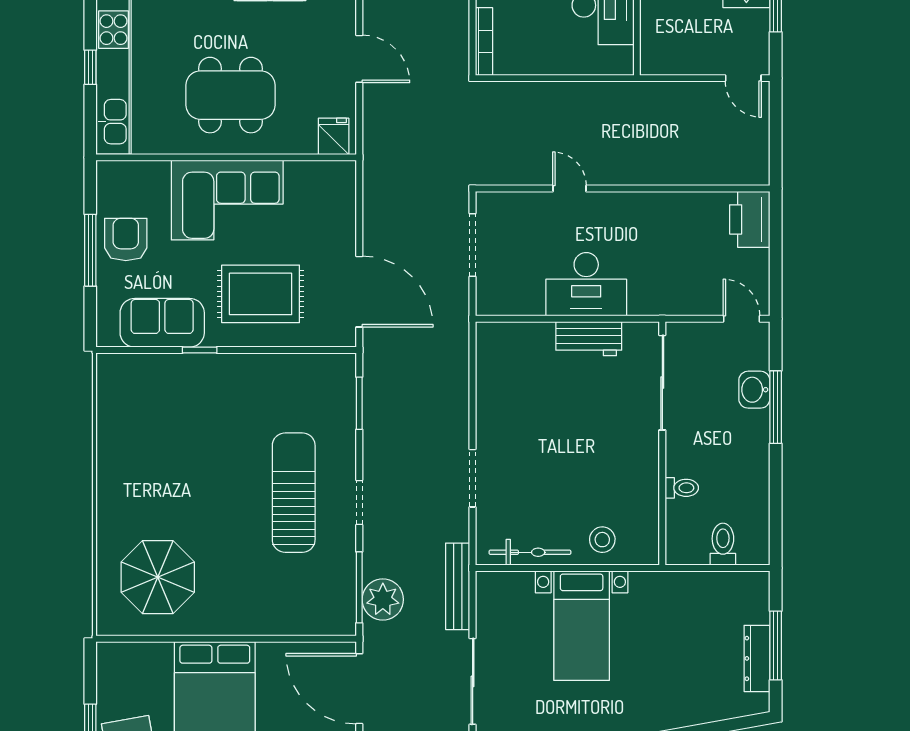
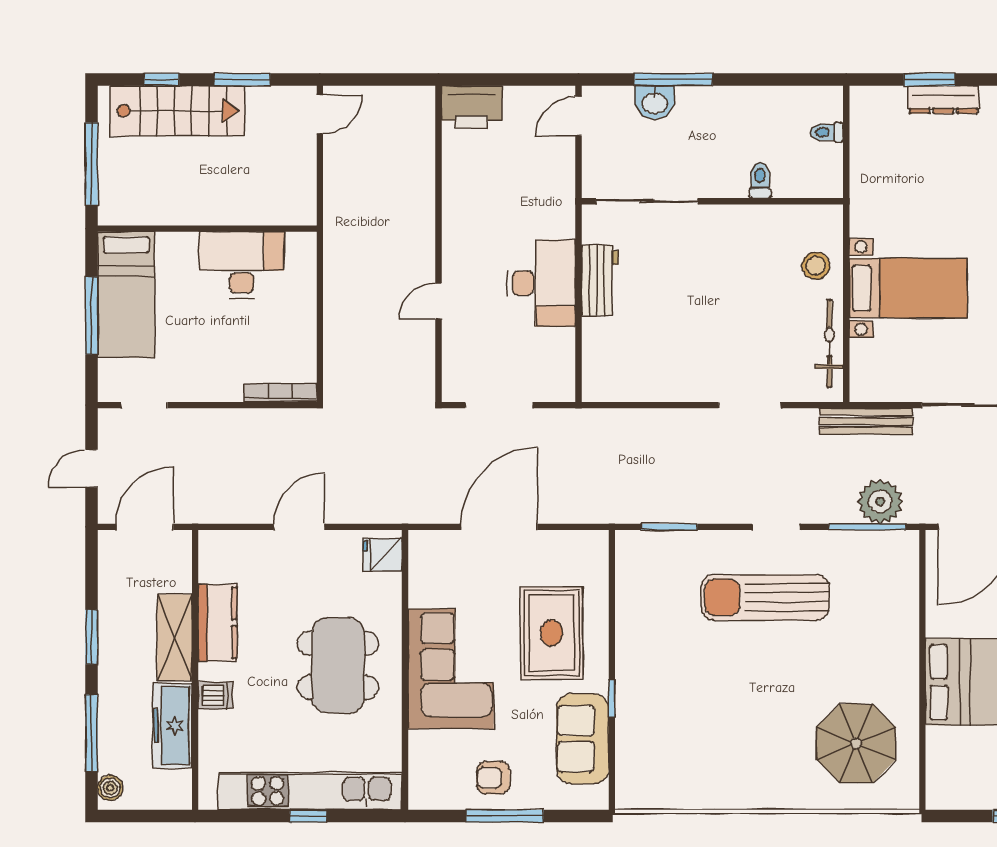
armchair: (126, 239) -> (493, 778), width x0.72, depth x0.72
door: (359, 292) -> (499, 527), moved
toilet: (723, 544) -> (827, 132), width x0.73, depth x0.72
window: (776, 646) -> (929, 80), width x0.69

